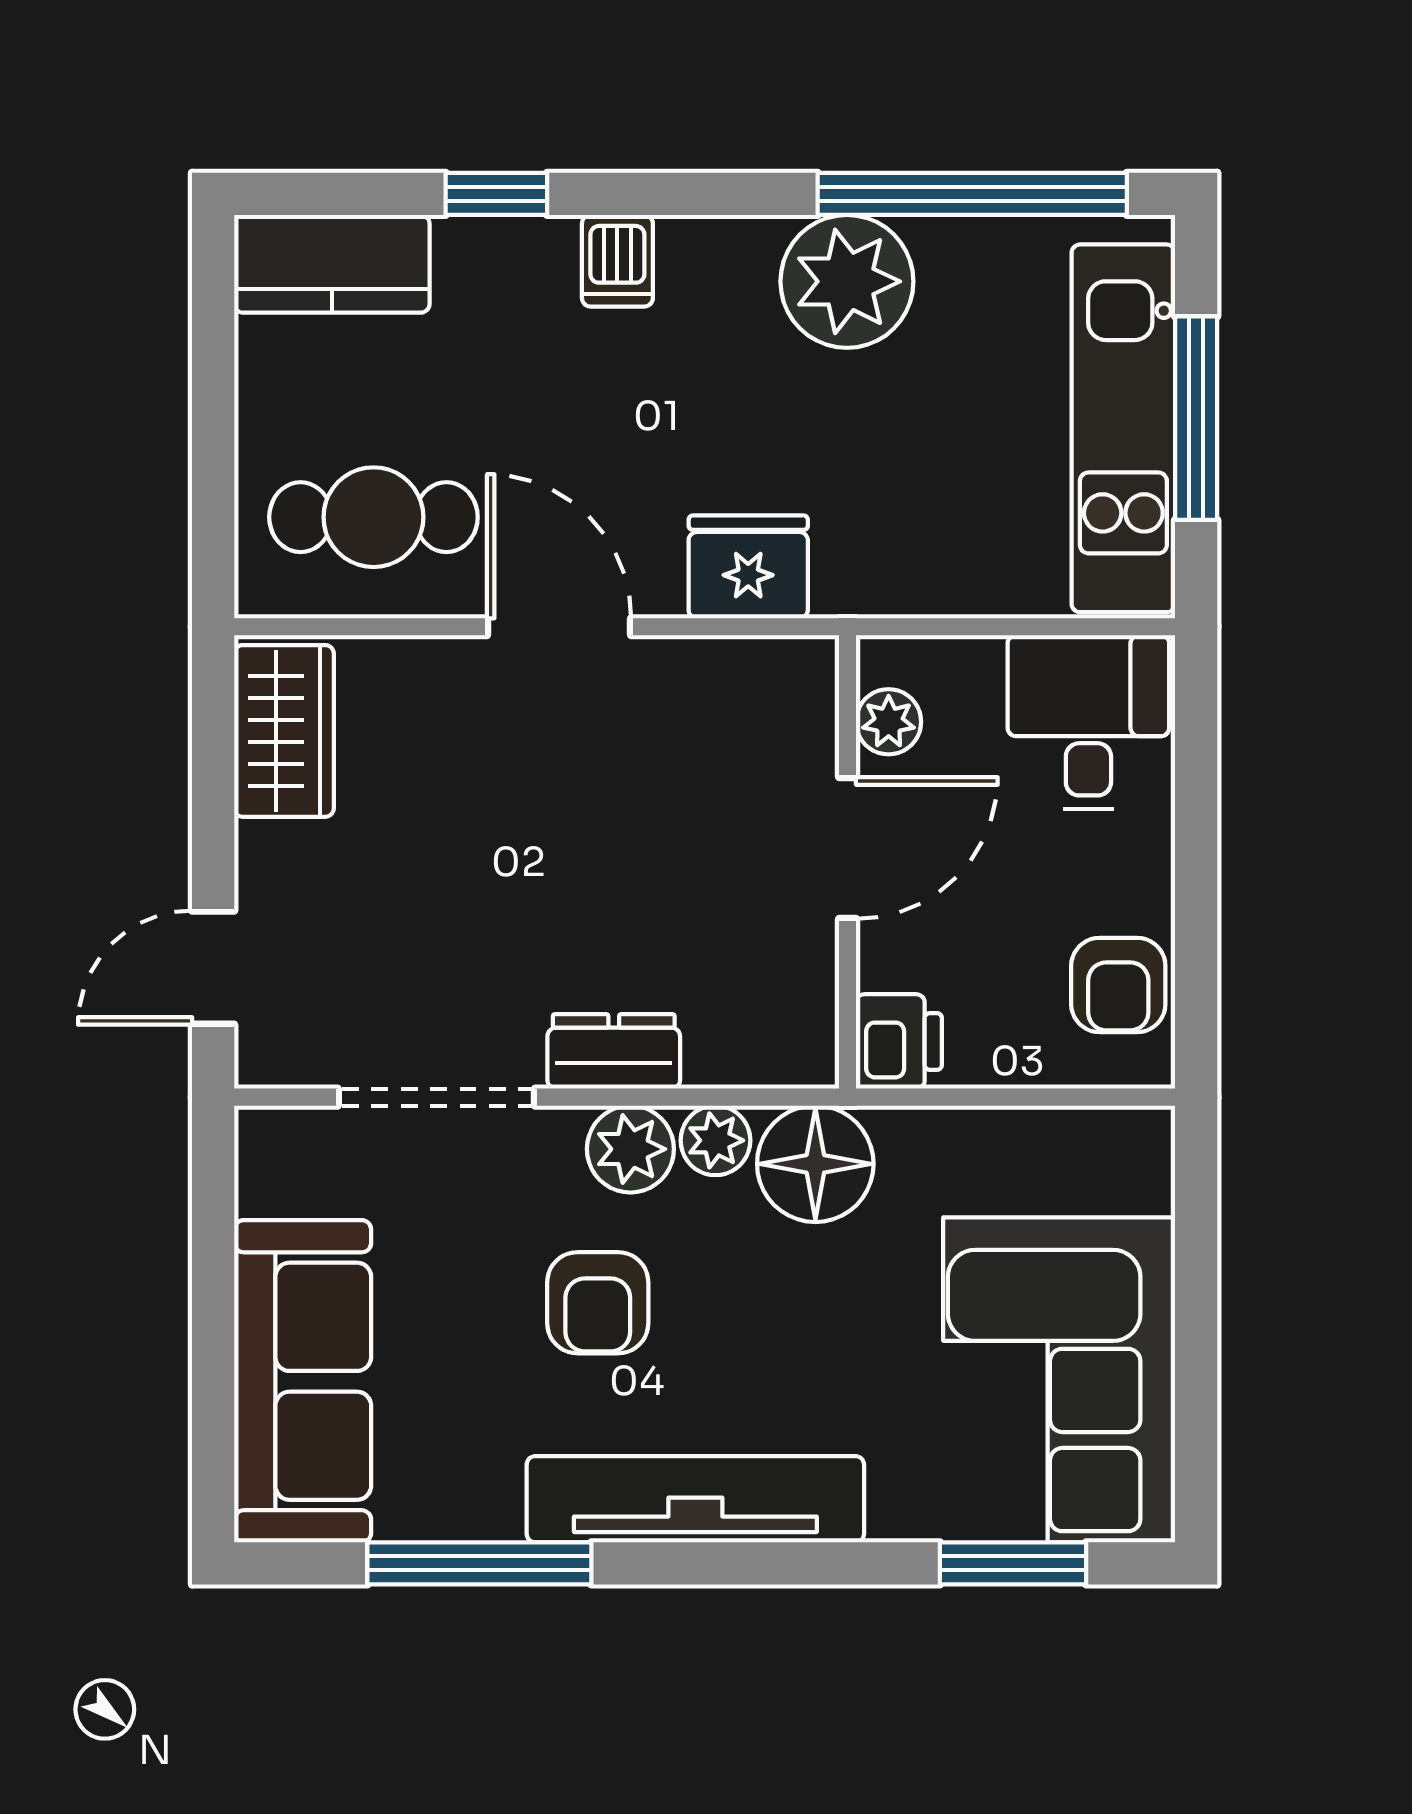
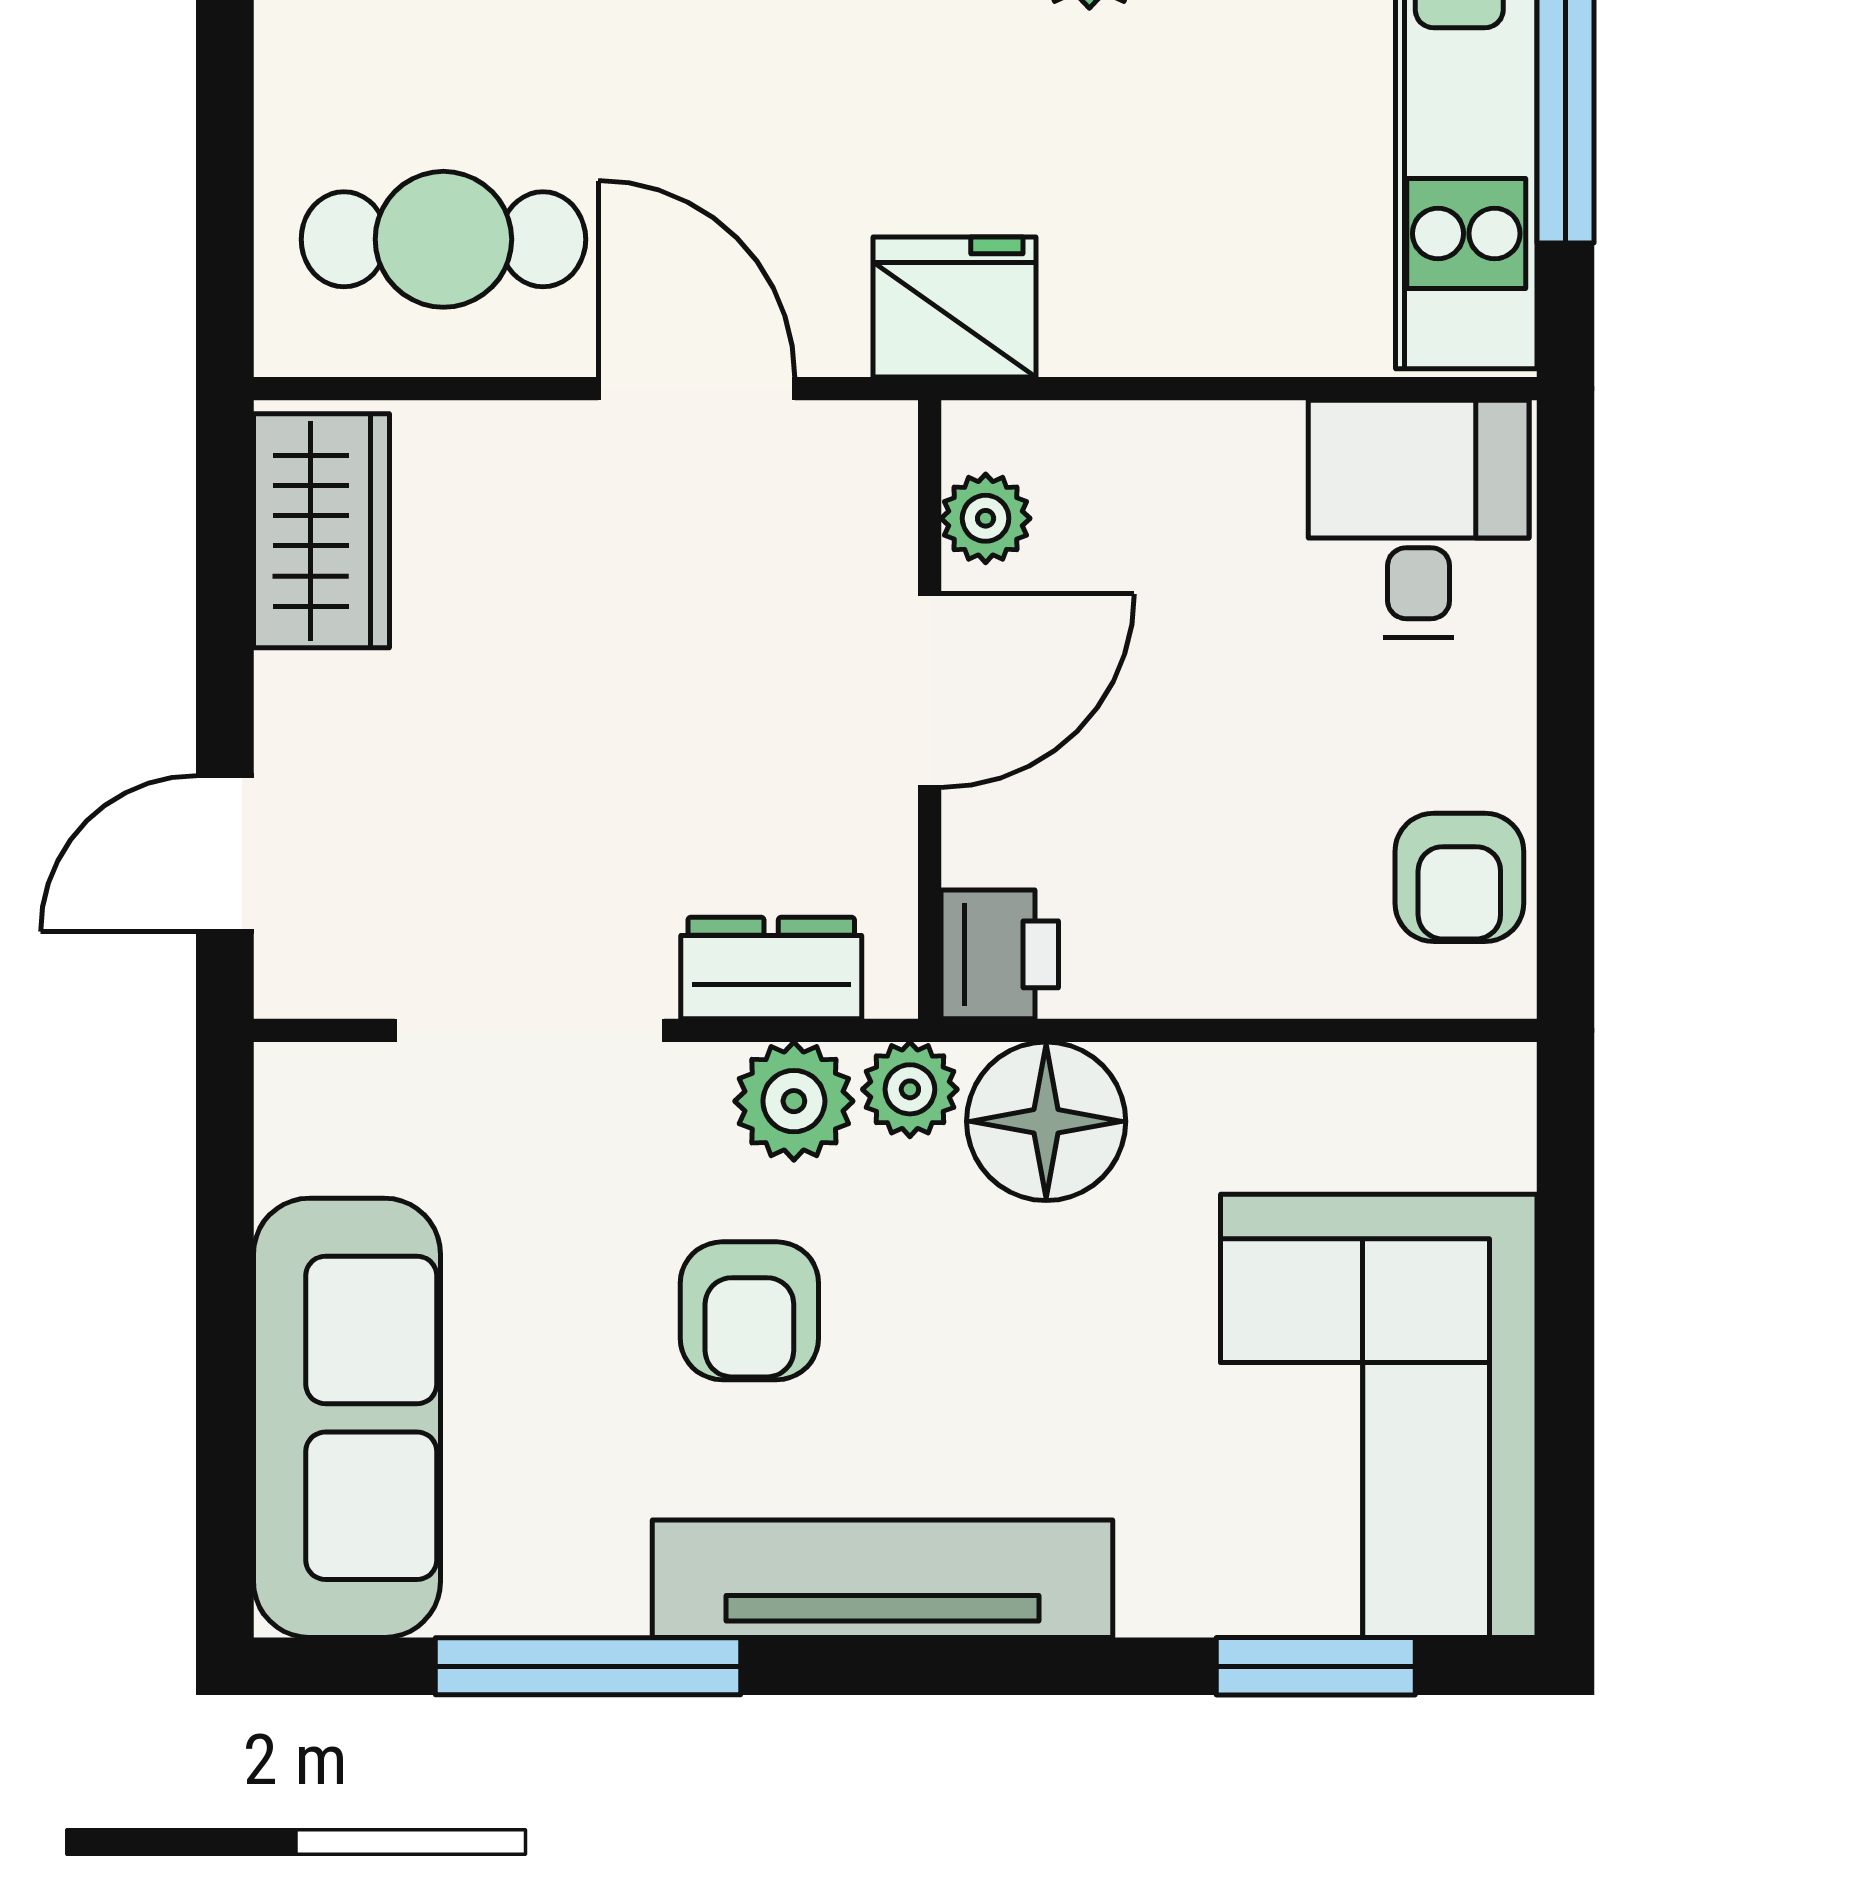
plant: (889, 722) -> (986, 518), moved
door: (848, 848) -> (930, 691), moved
wall: (848, 862) -> (930, 709), moved
printer: (899, 1041) -> (1000, 954), moved

